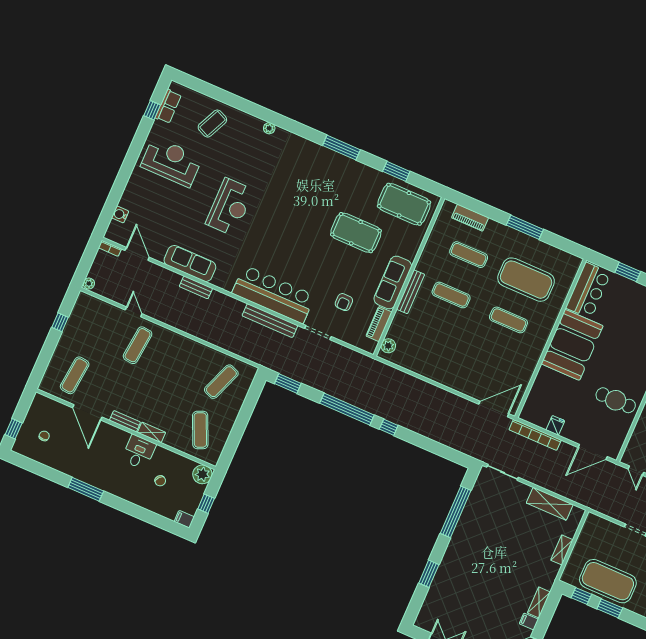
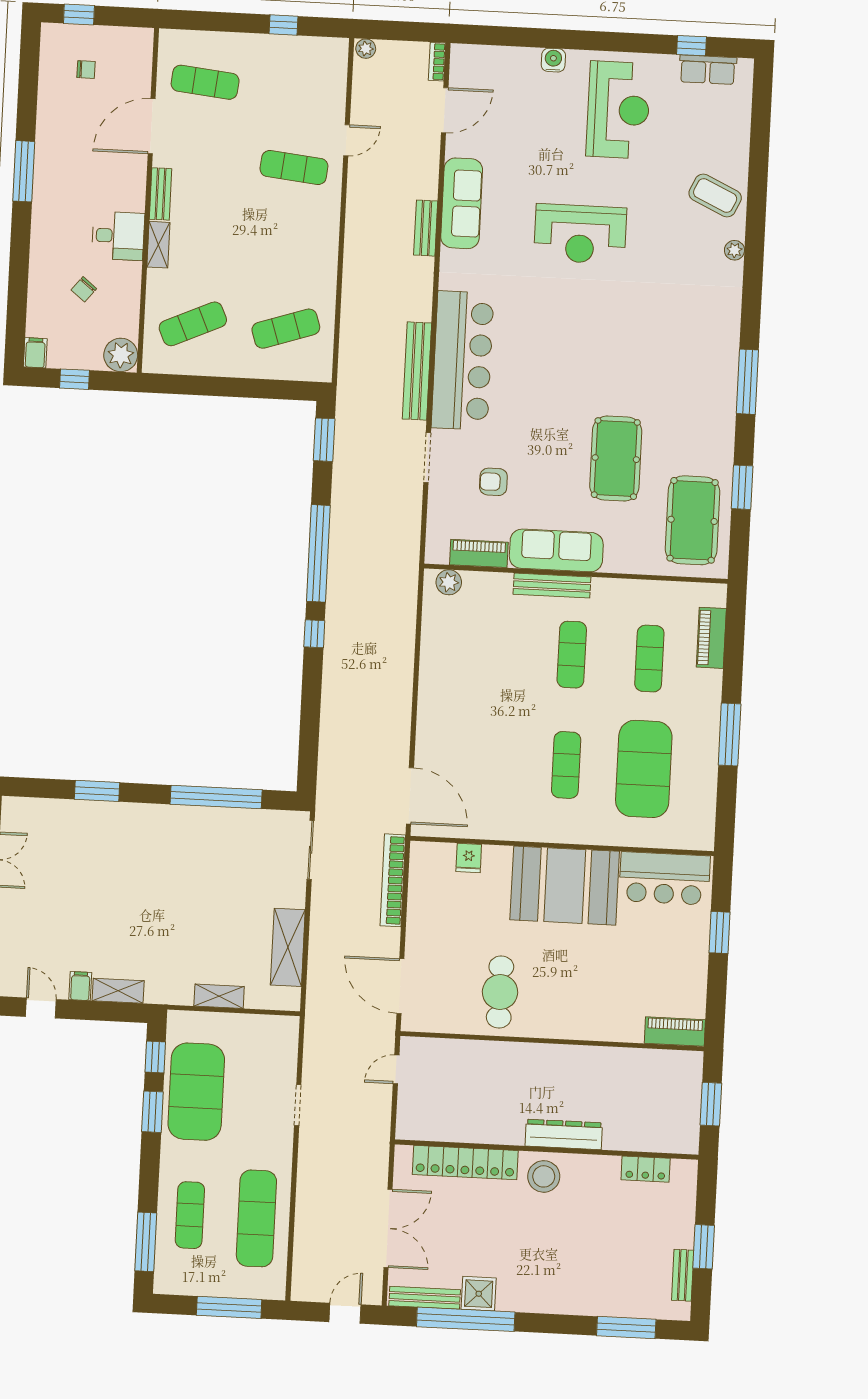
coffee table: (212, 124) -> (715, 196), moved
water cooler: (120, 214) -> (553, 60), moved
exercise mat: (221, 382) -> (286, 329), turned -39
fridge: (555, 425) -> (469, 858), moved, turned 90

